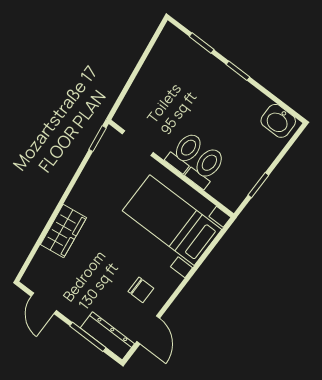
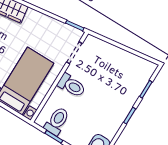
toilet: (206, 167) -> (57, 121), moved, turned -90

